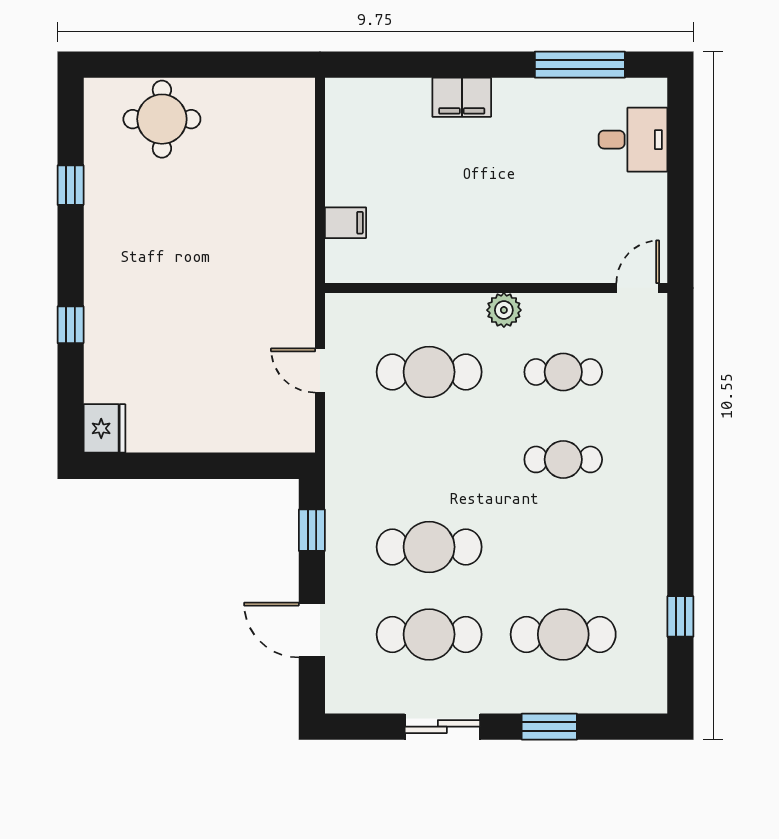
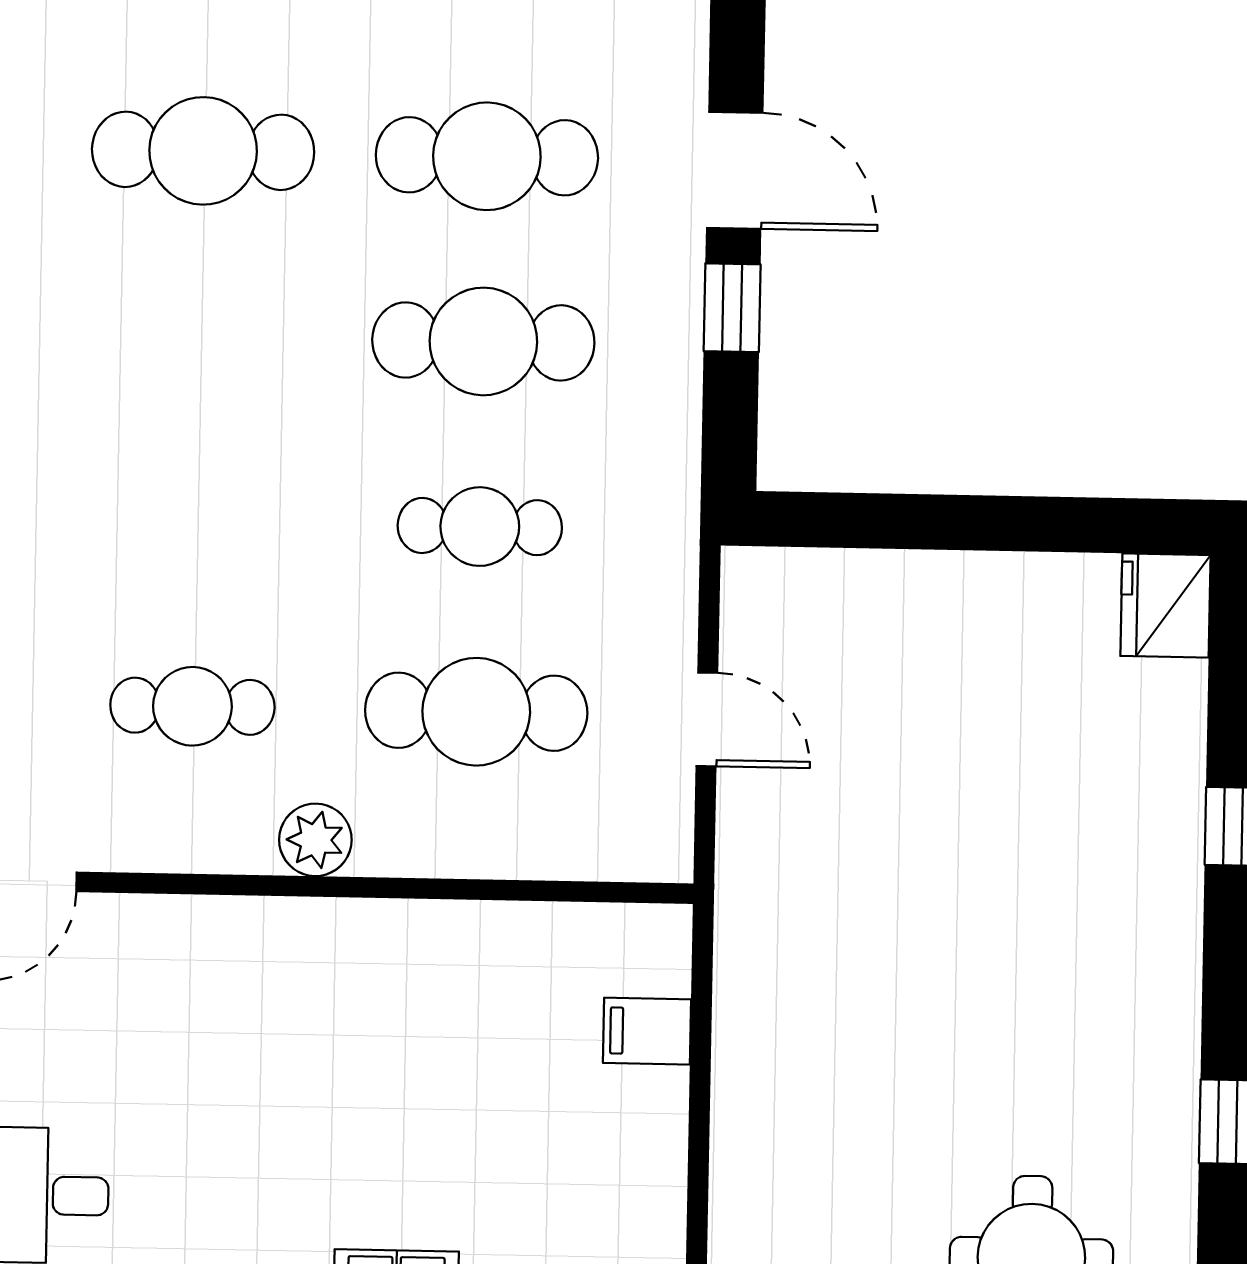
cafe table: (563, 459) -> (480, 527), moved
window: (312, 530) -> (732, 308), moved

